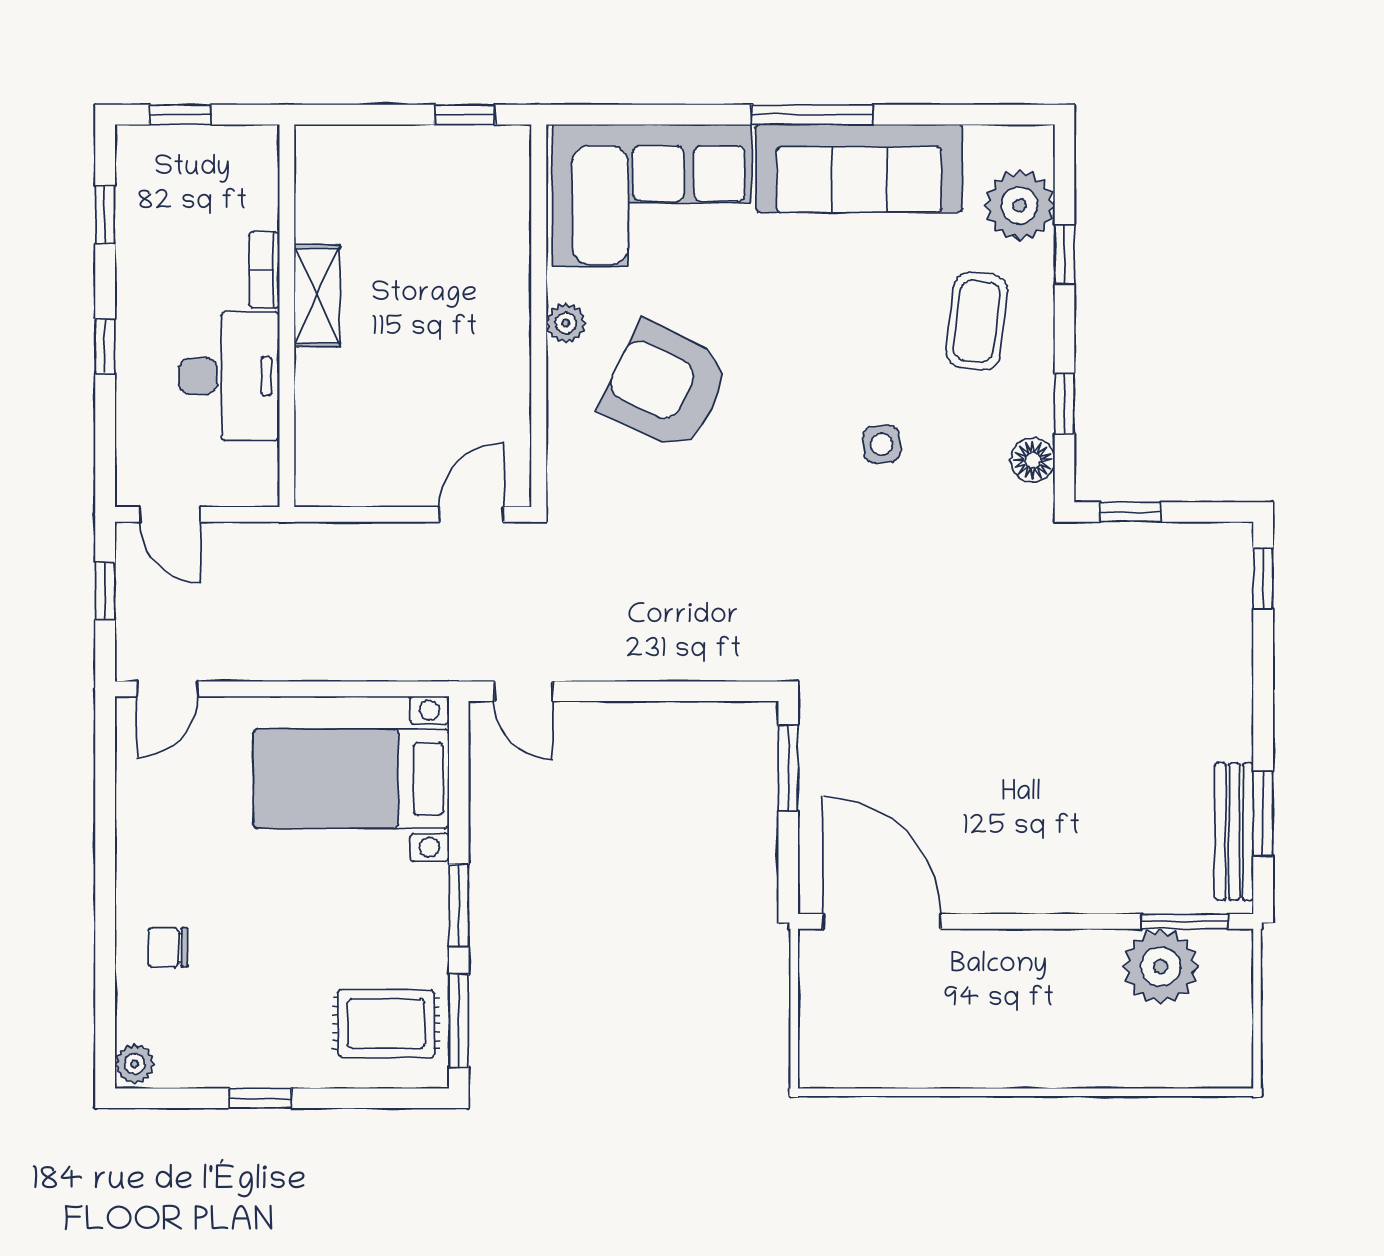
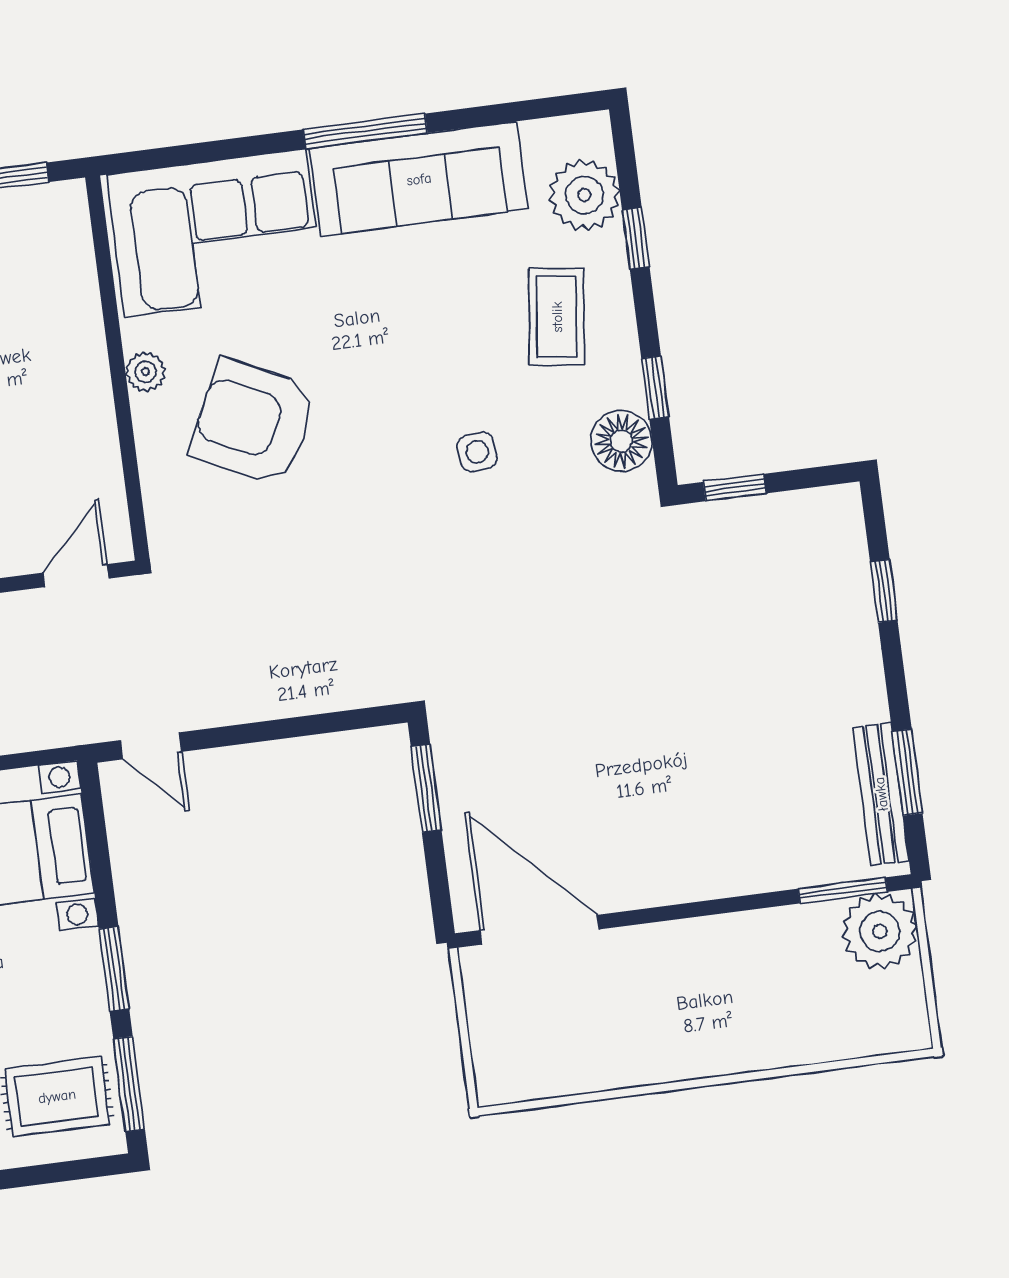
floor lamp: (1033, 460) -> (621, 441), width x1.38, depth x1.38
window: (1263, 579) -> (884, 591), moved
plant: (1161, 966) -> (880, 931), moved

